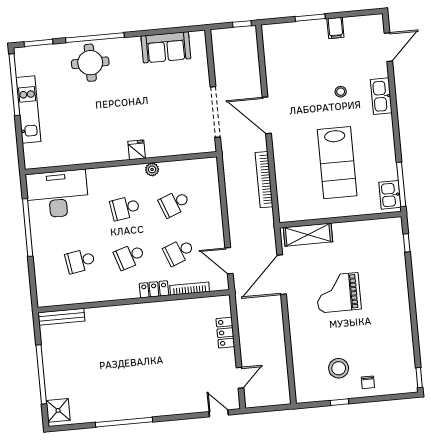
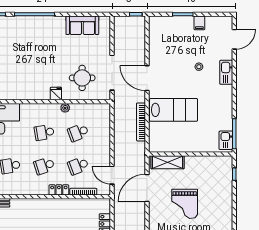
round table: (90, 63) -> (82, 78), moved
lab bench: (337, 163) -> (174, 110), moved, turned -90
grand piano: (338, 293) -> (185, 204), turned -90

